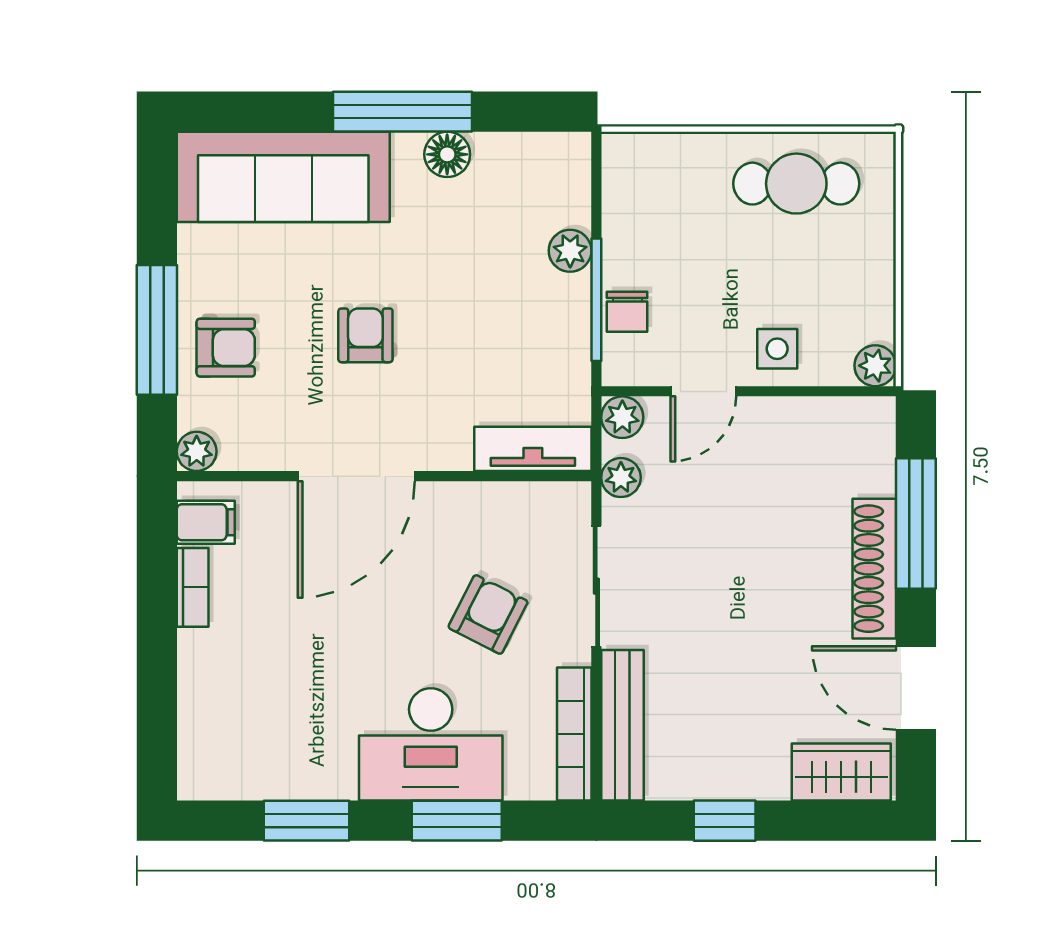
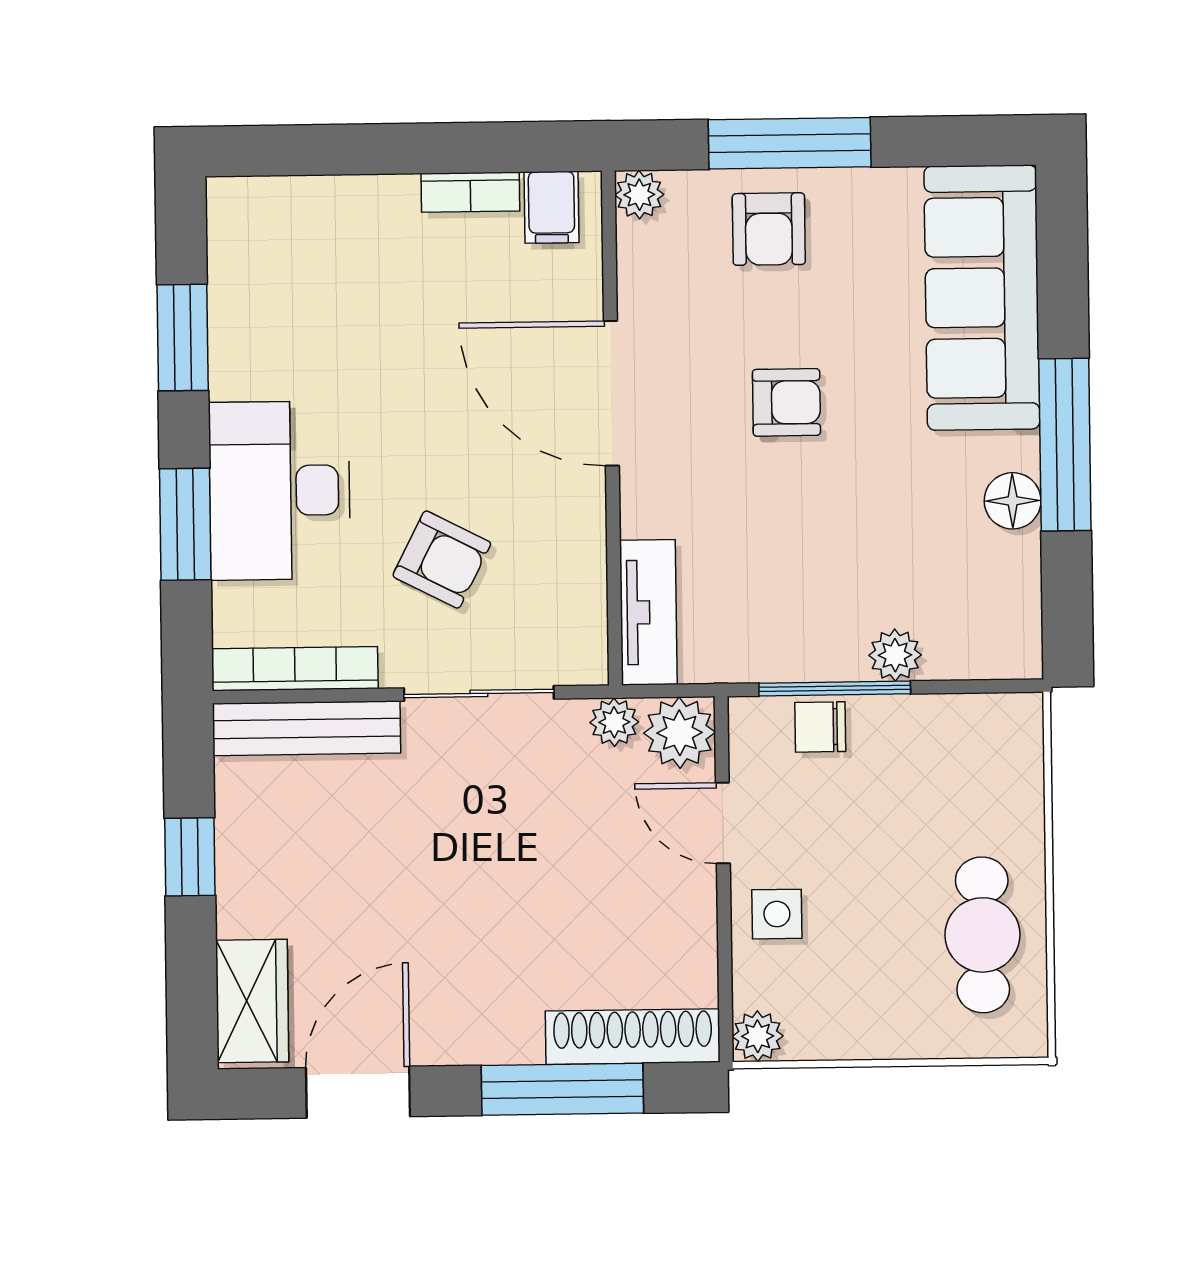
plant: (622, 417) -> (680, 733), width x1.38, depth x1.38
shoe rack: (874, 569) -> (633, 1037), moved

